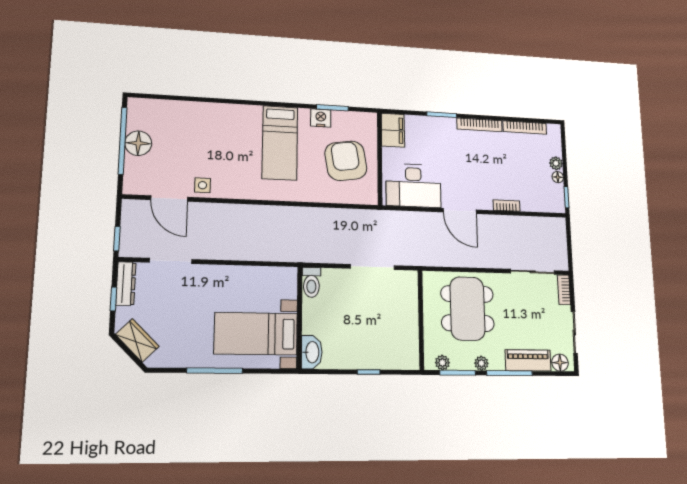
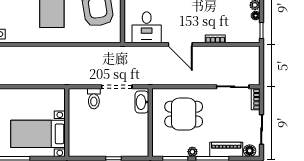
desk: (413, 186) -> (147, 27), width x0.73
toilet: (311, 282) -> (94, 99), moved
dining table: (467, 309) -> (184, 114), width x0.73
washbasin: (312, 352) -> (142, 102), moved, turned 180
plant: (442, 363) -> (165, 152), removed

